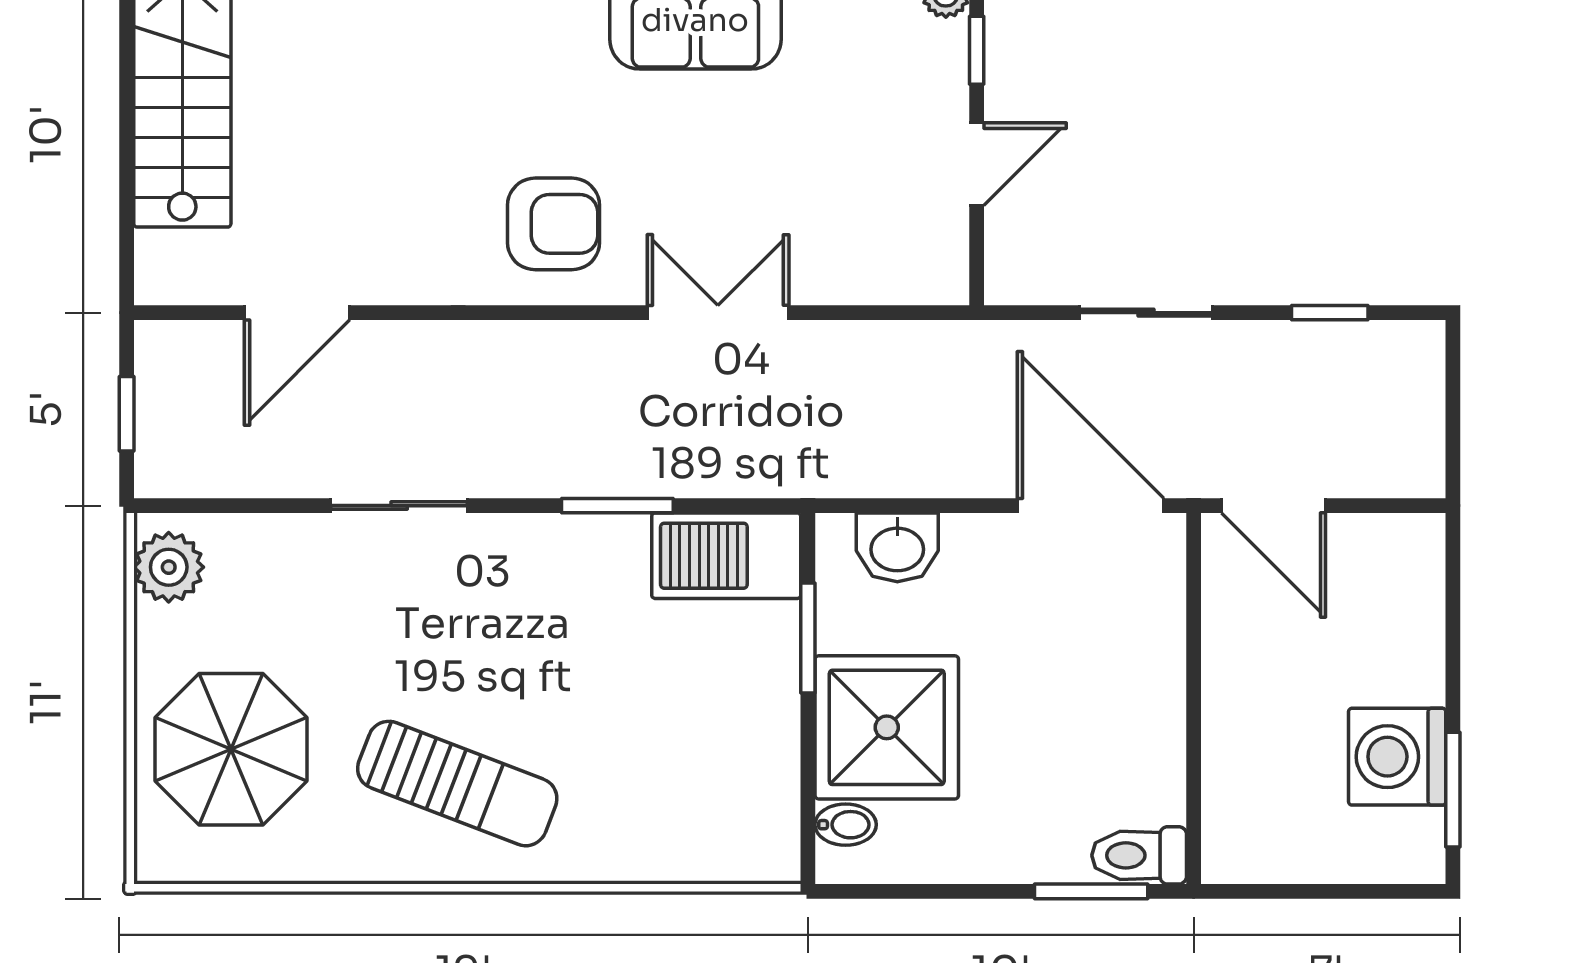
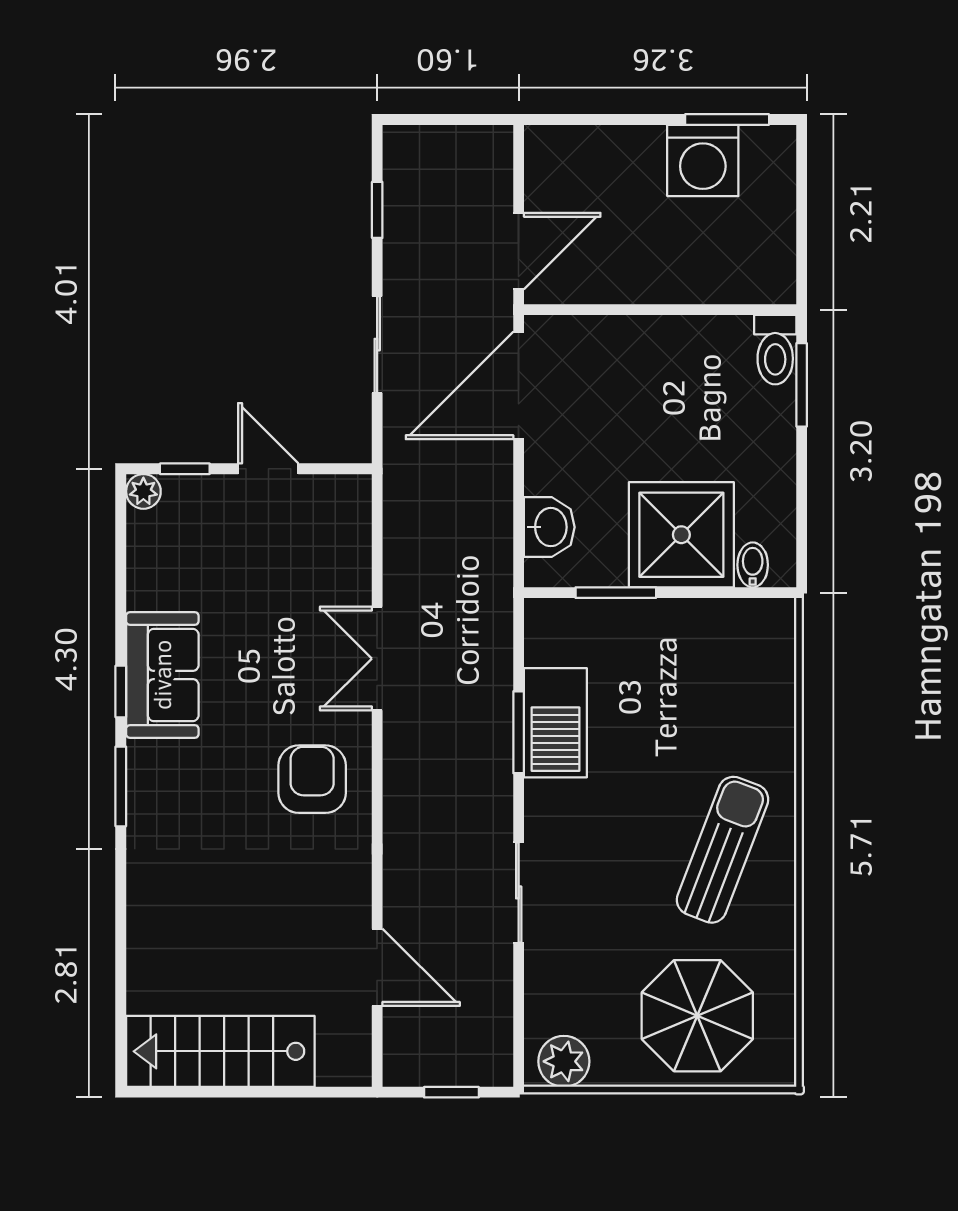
barbecue: (726, 556) -> (555, 723), moved

